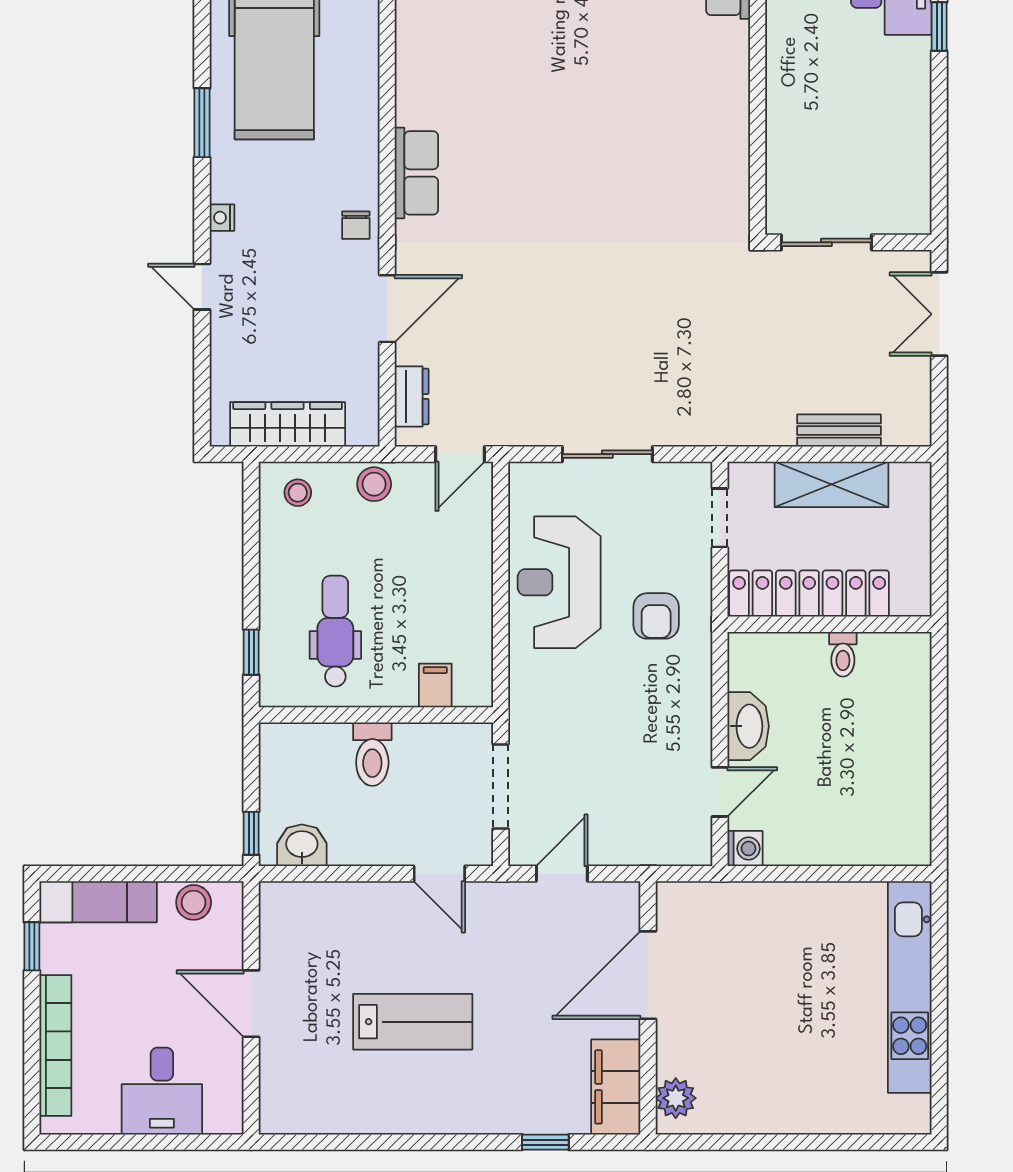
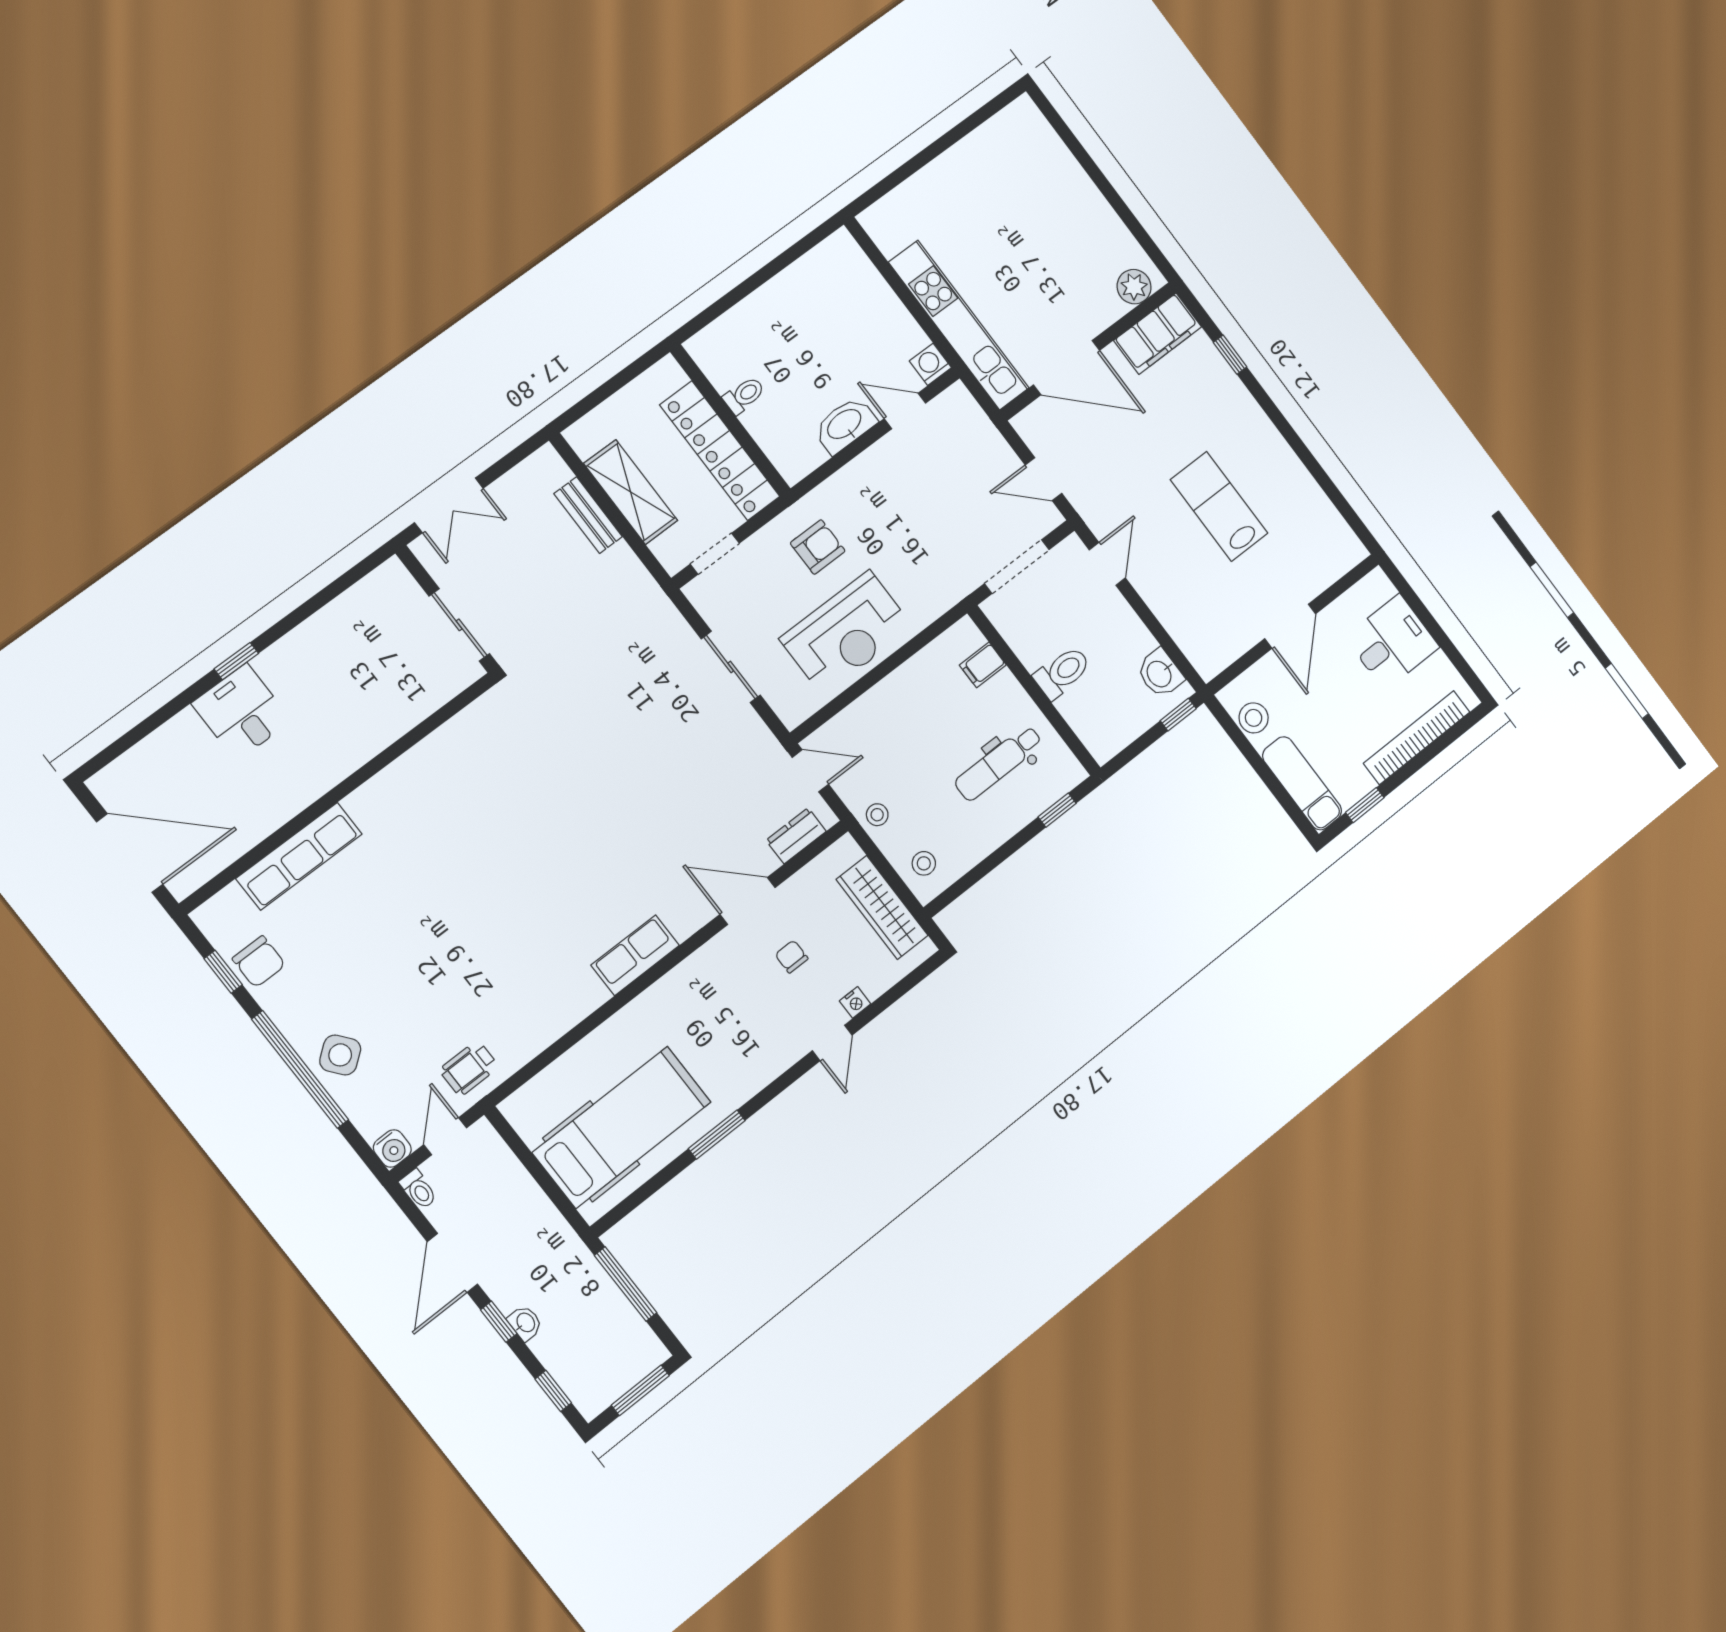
nightstand: (222, 218) -> (855, 1002), moved
chair: (356, 225) -> (792, 957), moved, turned -90
stool: (374, 484) -> (877, 815), width x0.73, depth x0.73
kitchen unit: (910, 987) -> (959, 325), moved, turned -90

